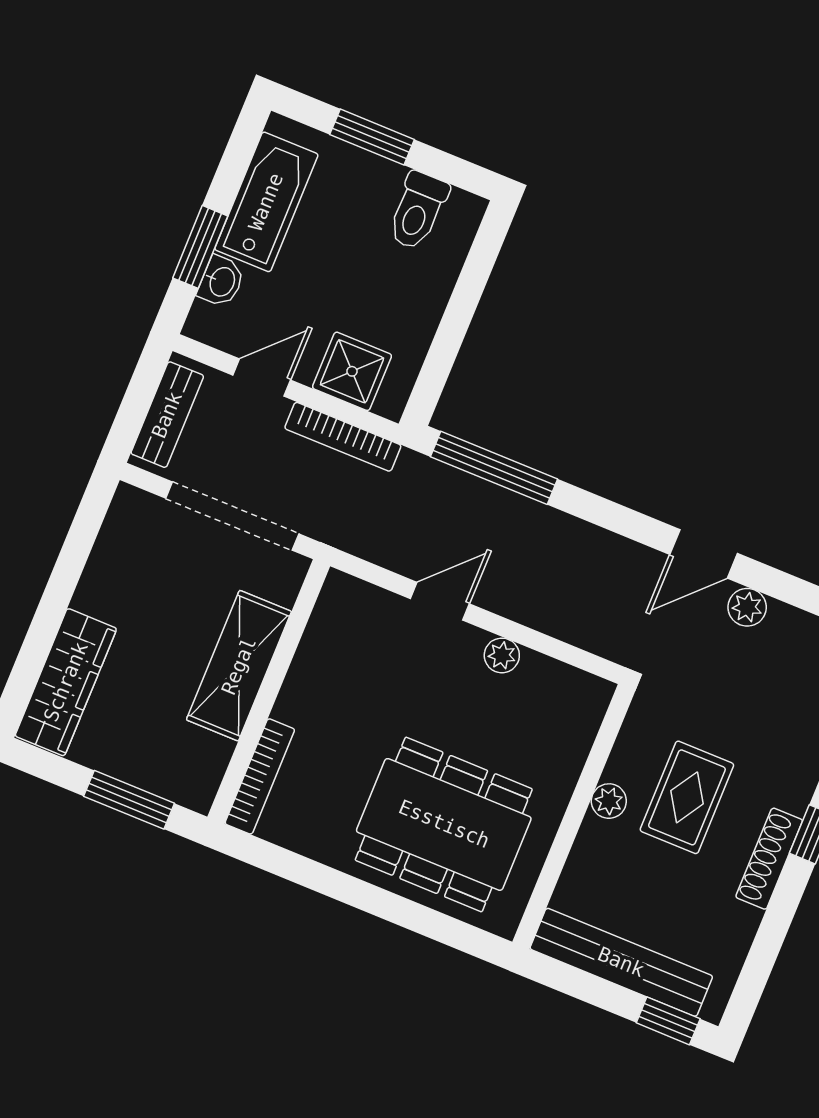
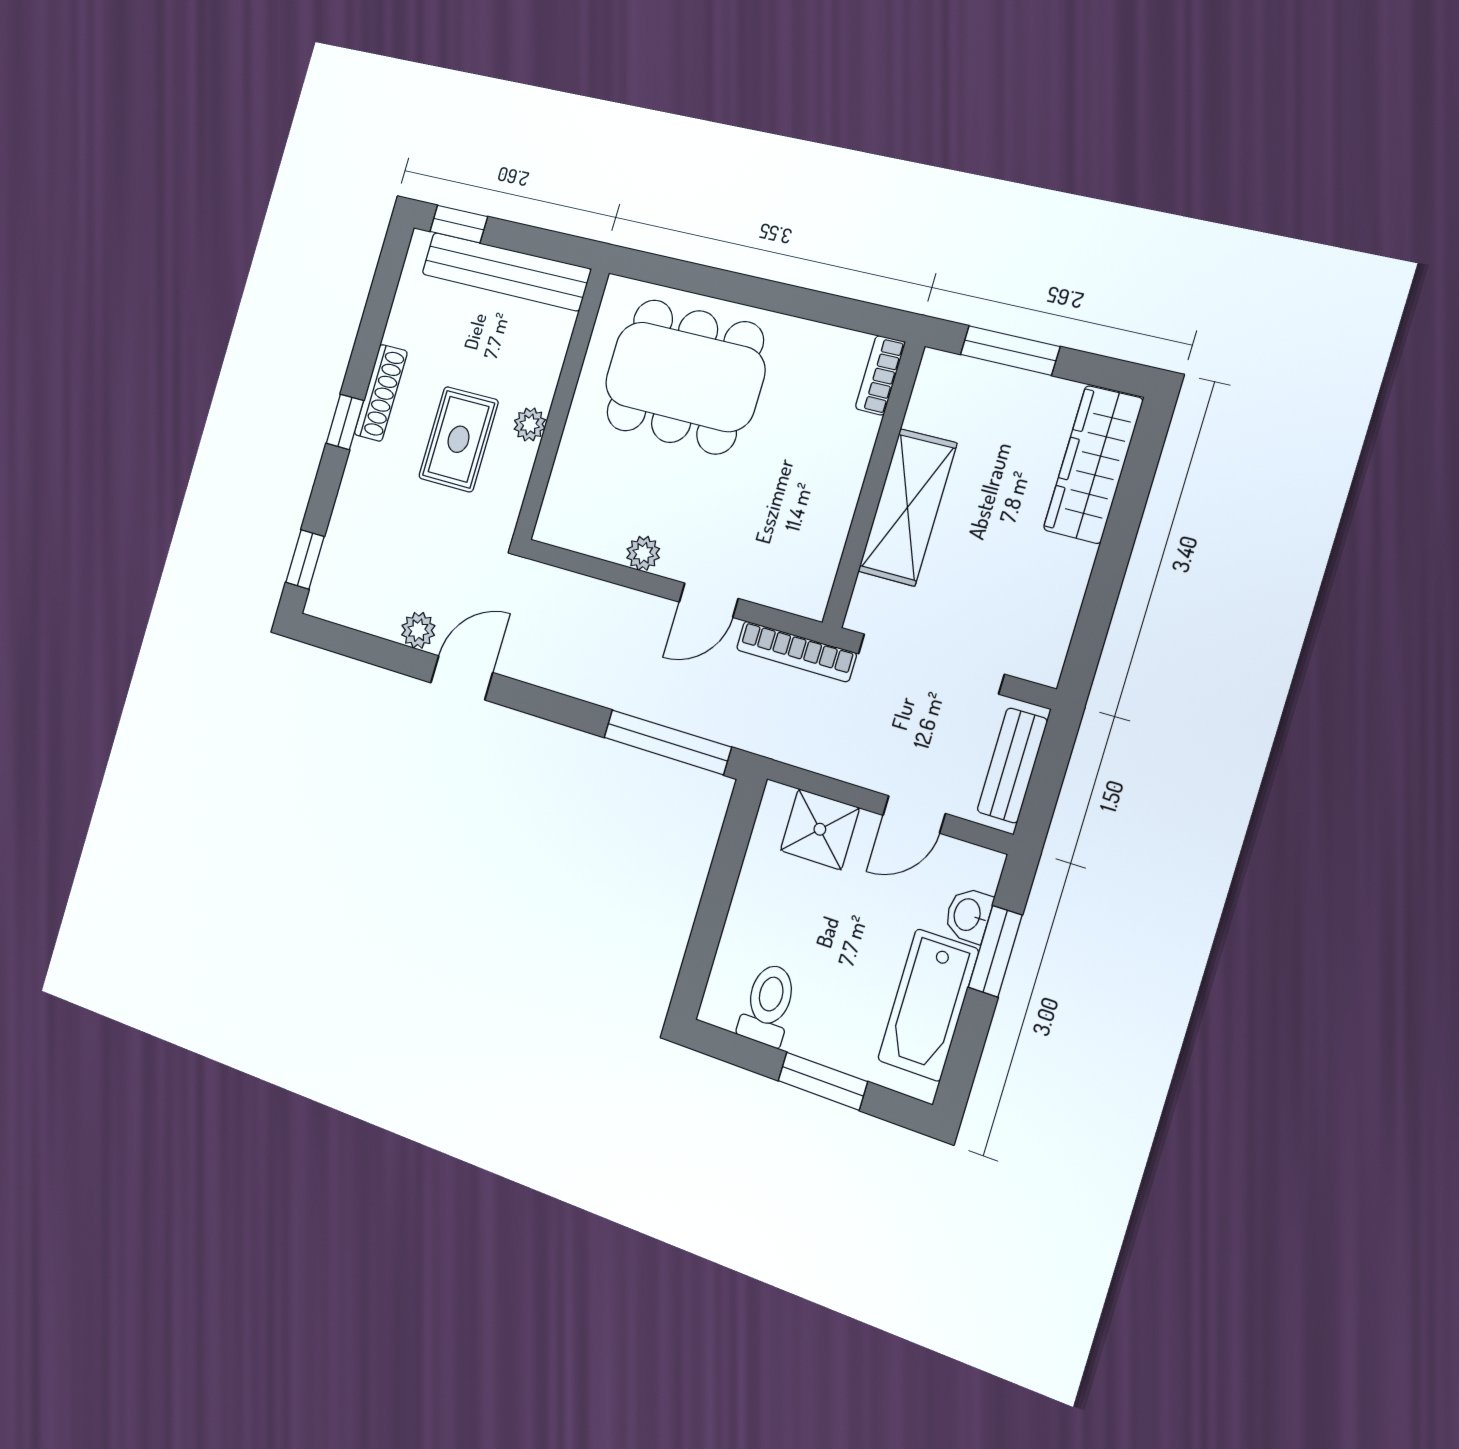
bookcase: (343, 437) -> (796, 651), moved, turned 180
bookcase: (260, 776) -> (880, 375), width x0.64

